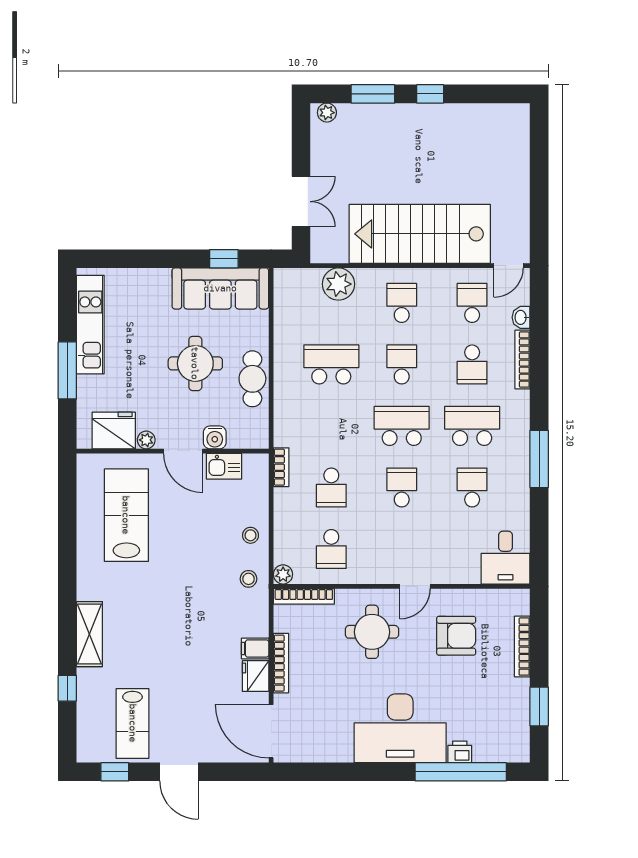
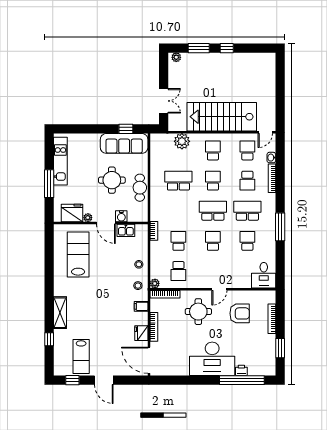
school desk: (331, 487) -> (178, 241), turned 180
filing cabinet: (255, 649) -> (141, 306), moved

